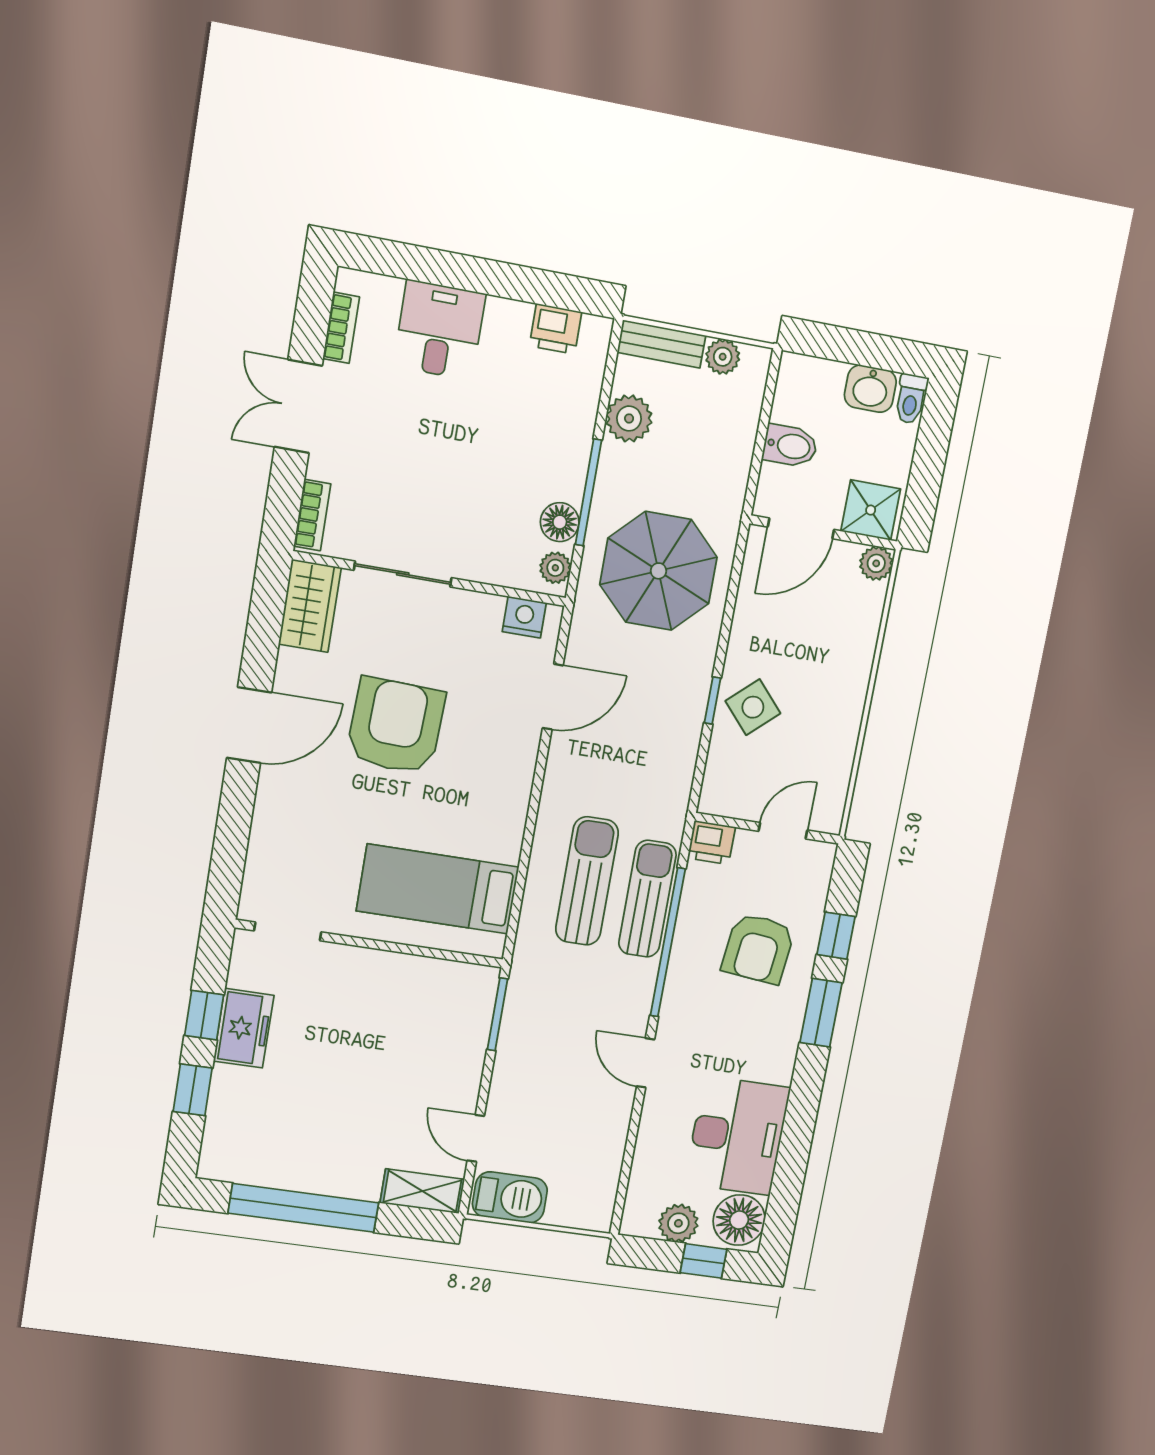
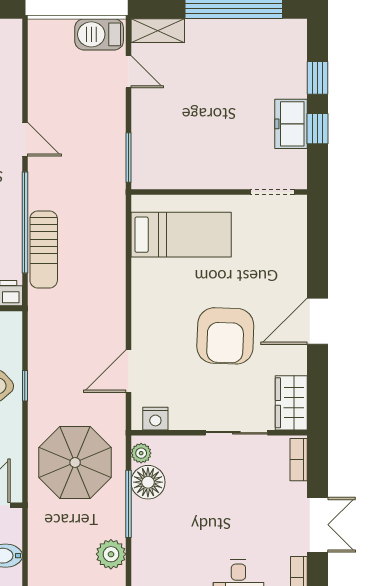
floor lamp: (560, 522) -> (148, 482), width x1.38, depth x1.38
sun lounger: (587, 881) -> (85, 255), removed

